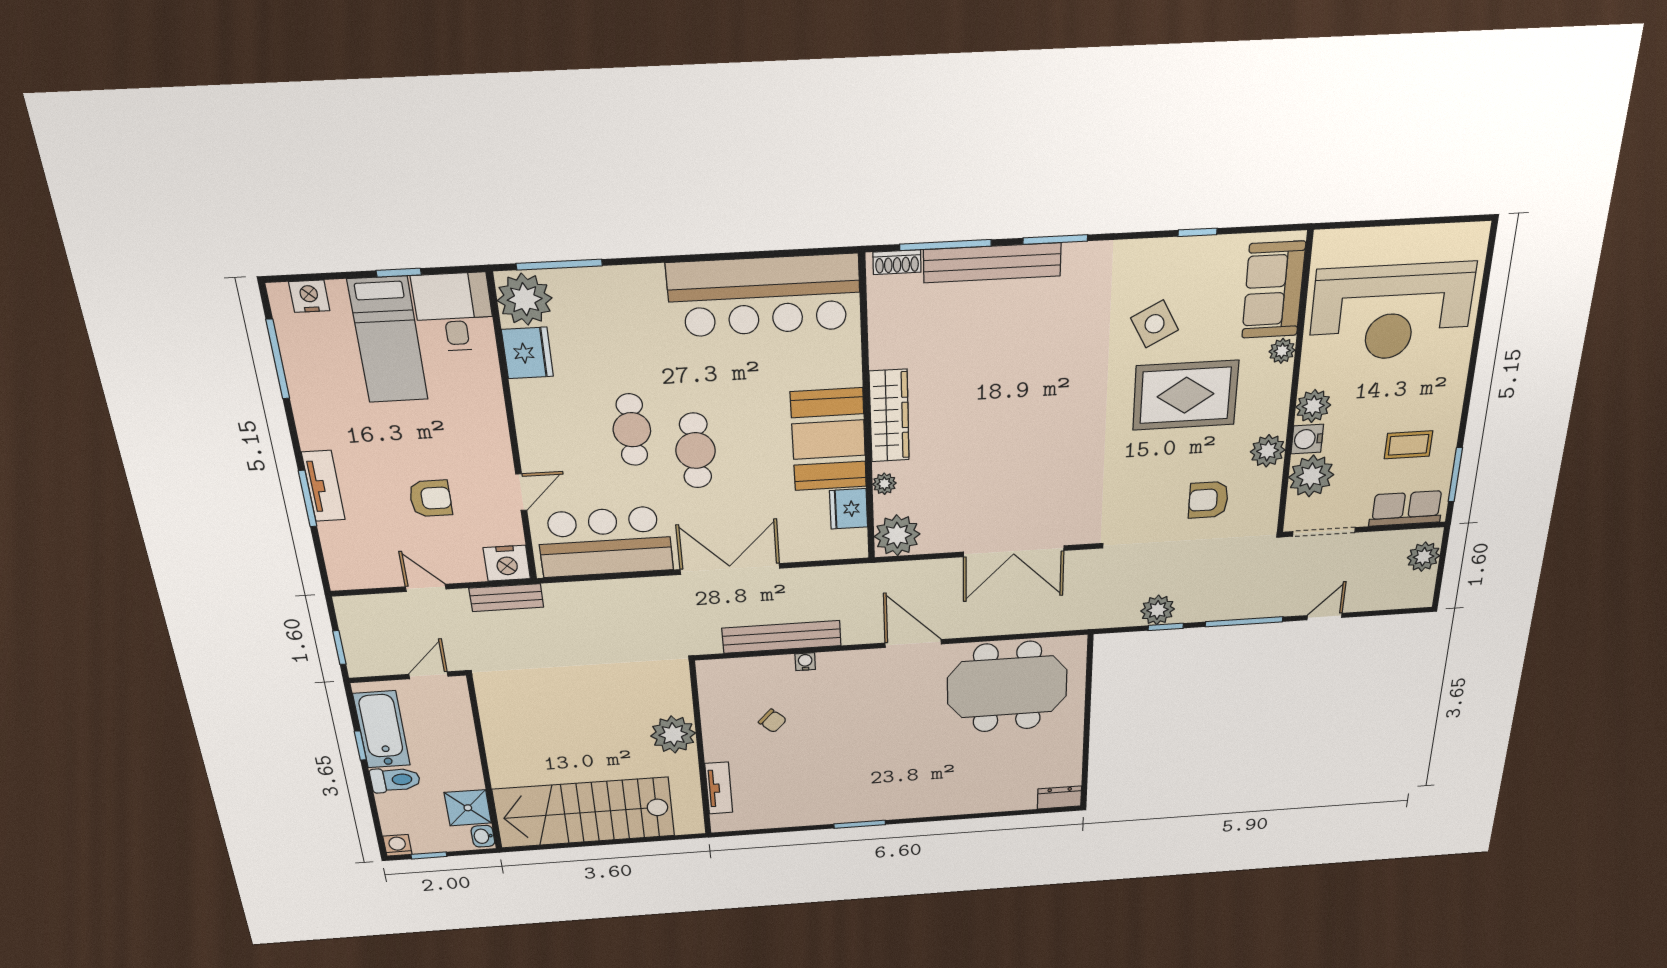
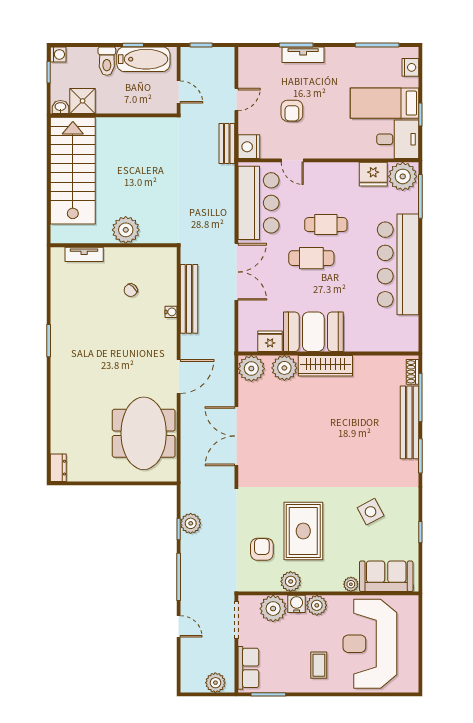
bar counter: (764, 296) -> (398, 264), moved
rug: (1186, 395) -> (303, 531), moved
coffee table: (1408, 445) -> (319, 665), moved
plant: (884, 484) -> (284, 368), width x1.87, depth x1.87

